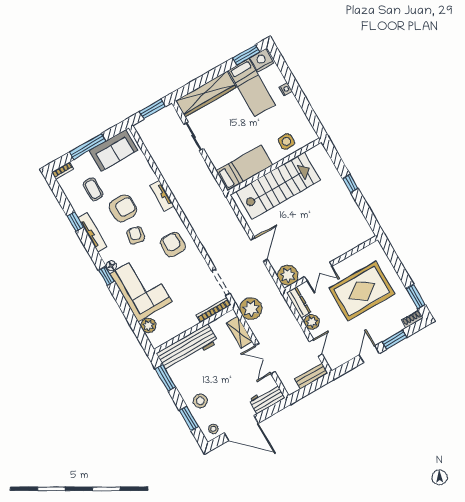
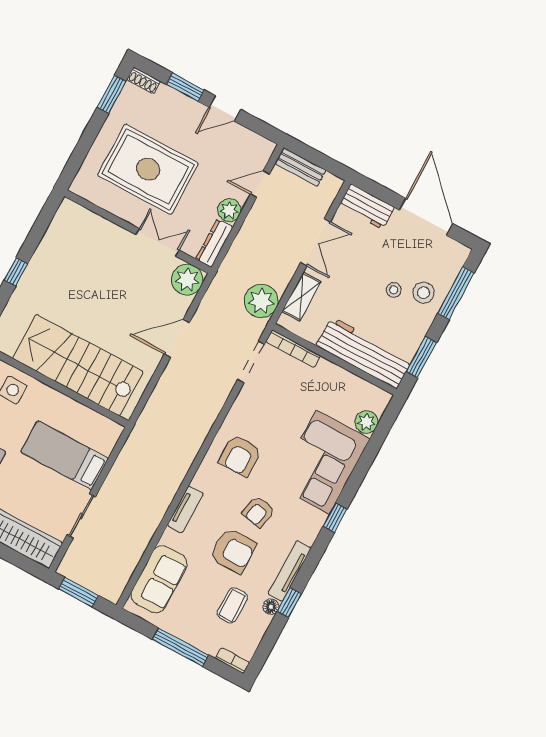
sofa: (113, 150) -> (159, 579), moved, turned 90
bed: (244, 168) -> (65, 455), moved
armchair: (123, 208) -> (233, 551), turned 180
floor lamp: (111, 266) -> (271, 607), moved
window: (189, 419) -> (456, 293), width x1.44
stool: (213, 429) -> (394, 290), moved

